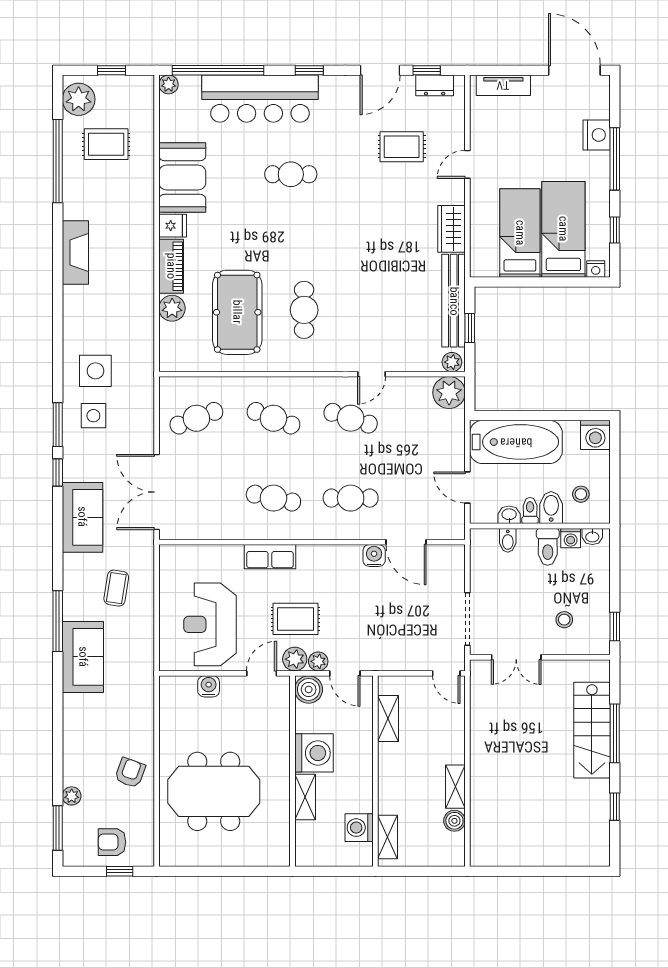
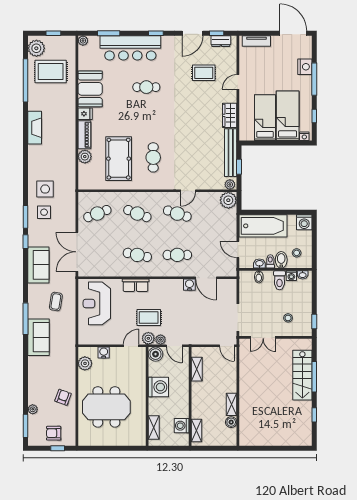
window: (218, 70) -> (109, 33), width x0.47
rug: (106, 144) -> (51, 72), width x1.36, depth x1.43
reception desk: (210, 624) -> (97, 303), moved
plant: (172, 707) -> (85, 363), added
shelving: (305, 797) -> (154, 427), moved

